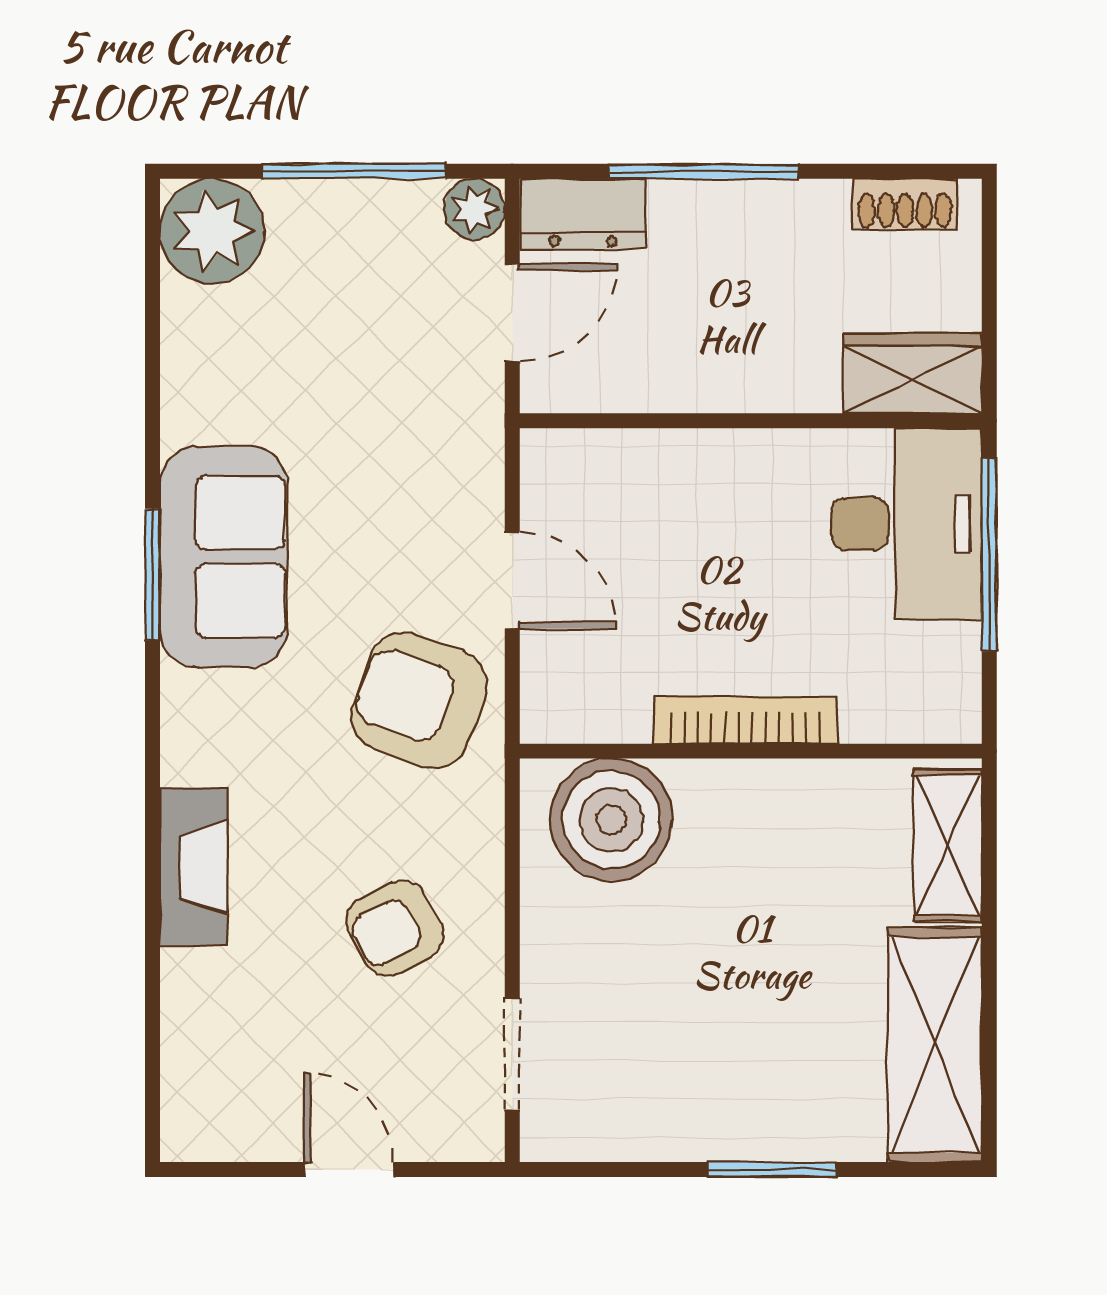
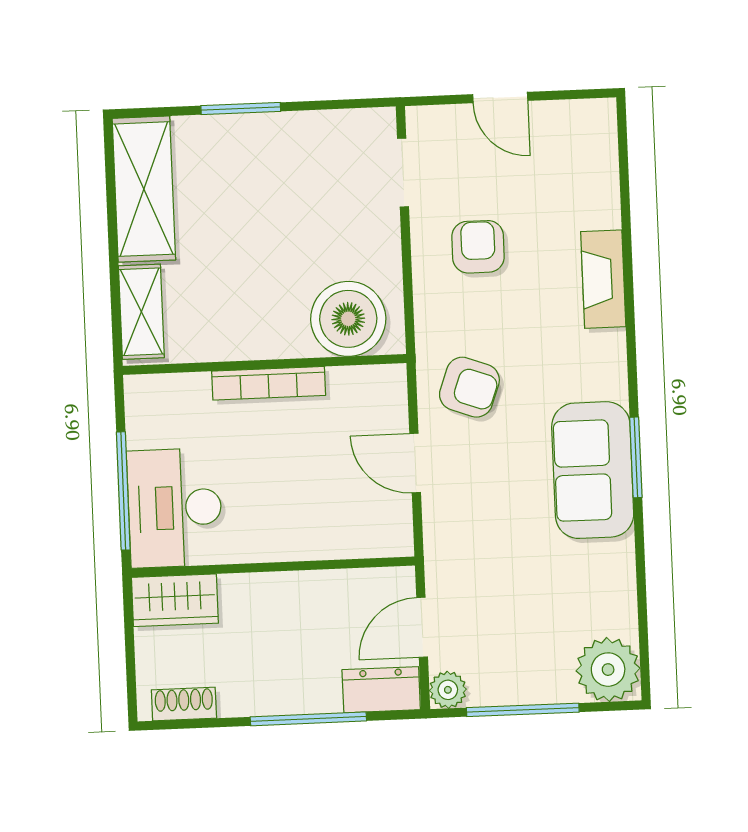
armchair: (419, 700) -> (469, 387), width x0.72, depth x0.72
armchair: (395, 928) -> (478, 247), turned -61

